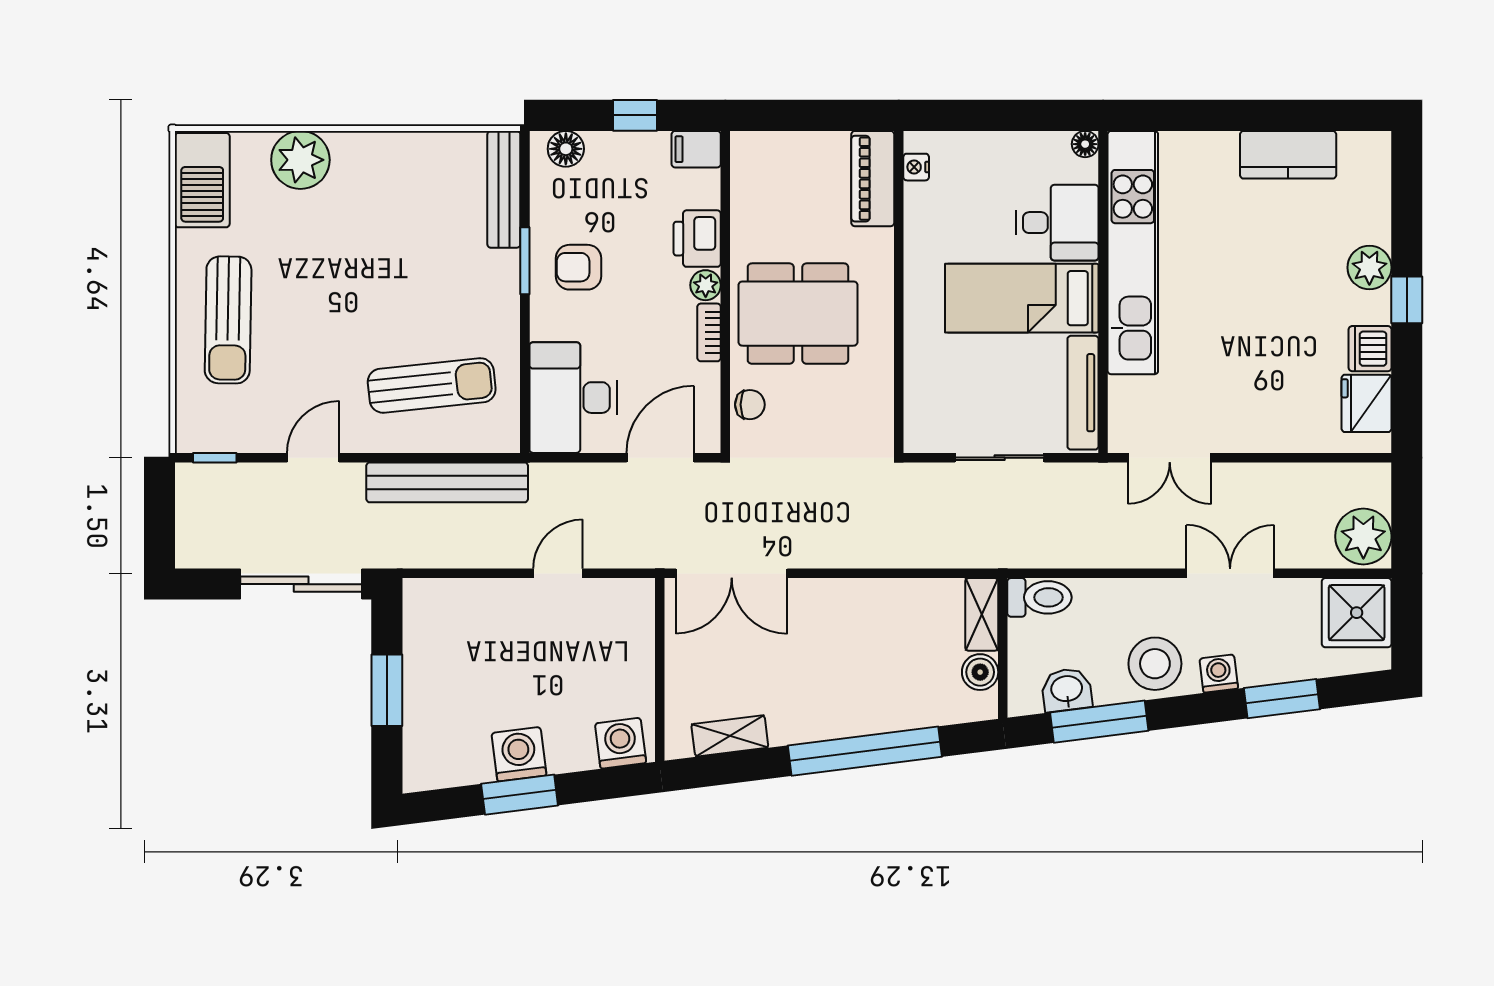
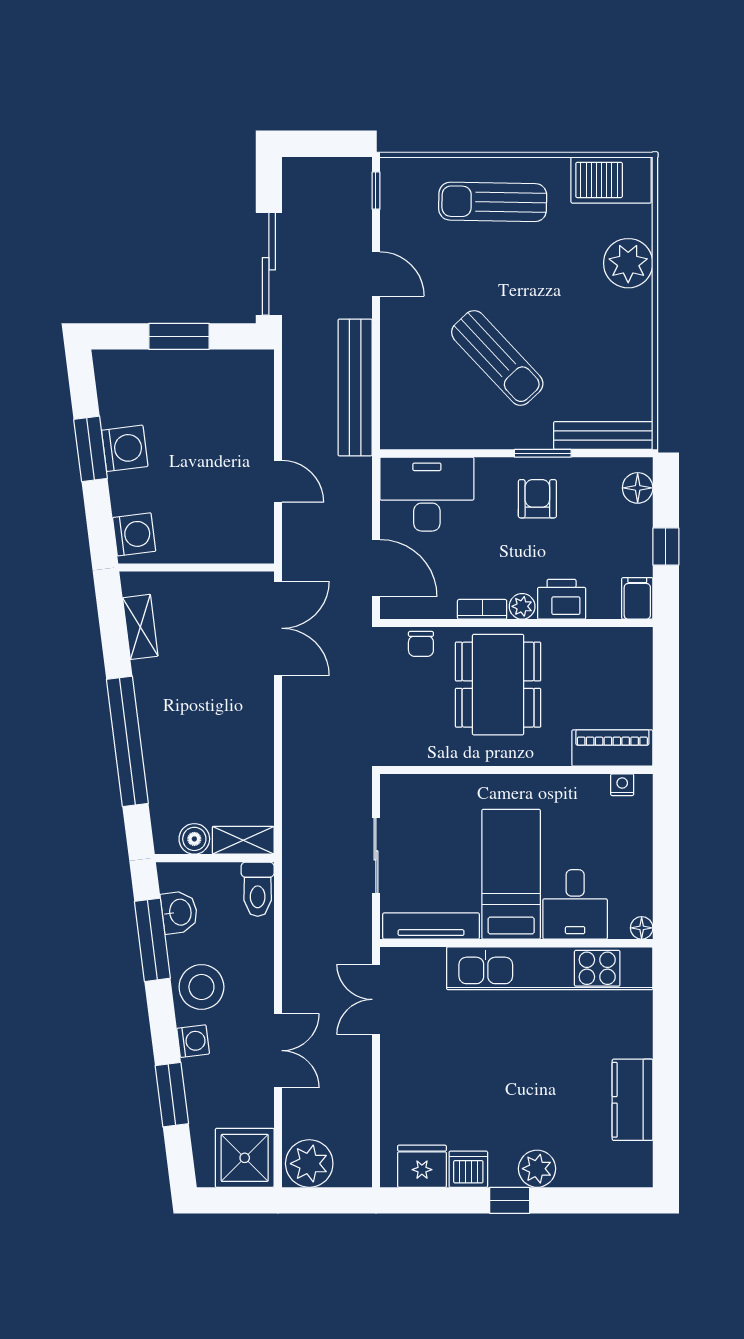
sun lounger: (432, 385) -> (497, 358), moved, turned -37
double door: (732, 573) -> (278, 628), swing flipped

